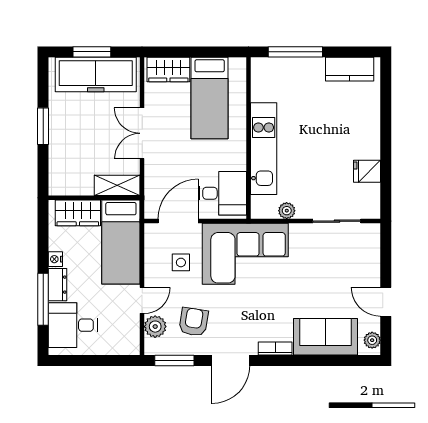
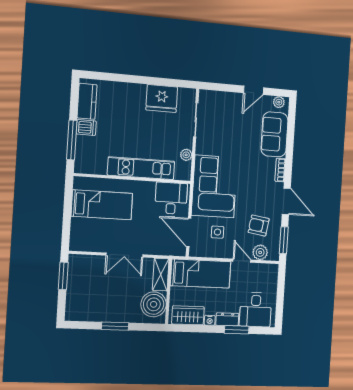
window: (92, 52) -> (63, 276), moved
wardrobe: (168, 69) -> (79, 234), removed
dishwasher: (314, 70) -> (86, 128), added
freezer: (96, 75) -> (79, 287), removed
fridge: (367, 171) -> (162, 98), width x1.88, depth x1.34
boiler: (75, 178) -> (154, 304), added
wardrobe: (78, 213) -> (188, 315), moved, turned -90
window: (43, 299) -> (237, 330), width x0.69

